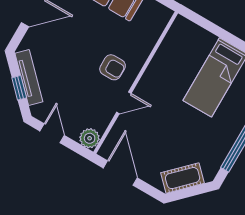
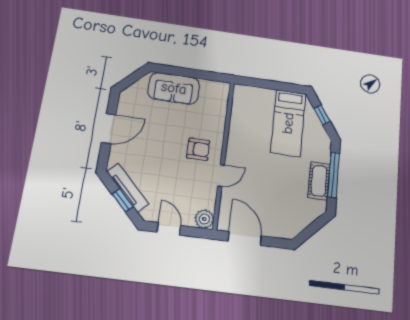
cot: (183, 178) -> (319, 181), moved, turned -45

